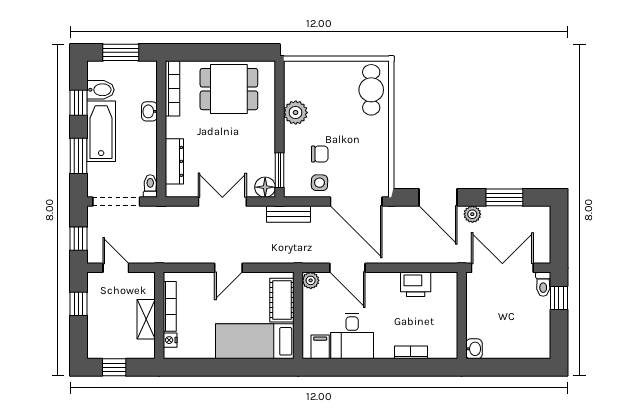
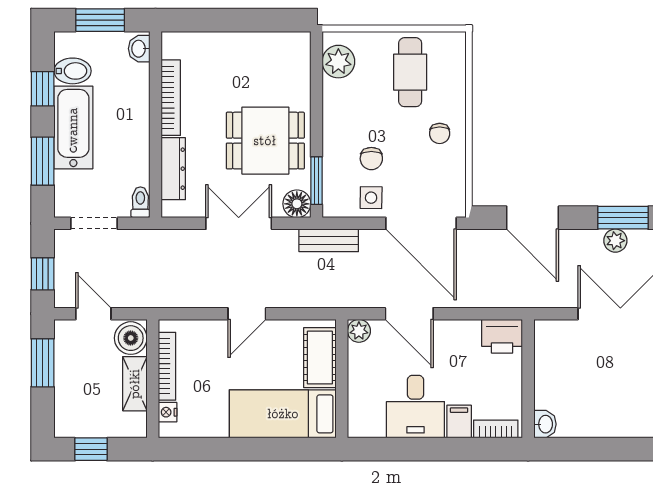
bookcase: (173, 88) -> (171, 98), moved
dining table: (229, 89) -> (265, 141), moved
cafe table: (371, 90) -> (410, 72), moved
washbasin: (149, 111) -> (139, 49), moved
plant: (296, 113) -> (338, 62), moved
chair: (370, 136) -> (440, 133), added
chair: (320, 154) -> (371, 159), turned 90
doorway: (116, 202) -> (94, 223), width x0.73
plant: (472, 214) -> (615, 241), moved
boiler: (143, 286) -> (131, 338), added
window: (79, 304) -> (43, 363), width x1.50
wall: (462, 315) -> (528, 379), moved
filing cabinet: (320, 347) -> (459, 422), moved
washbasin: (474, 349) -> (545, 424), moved

